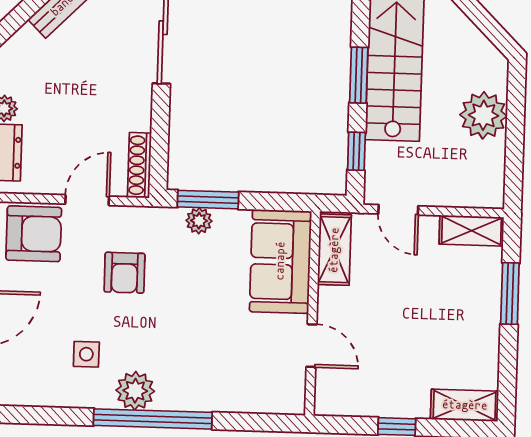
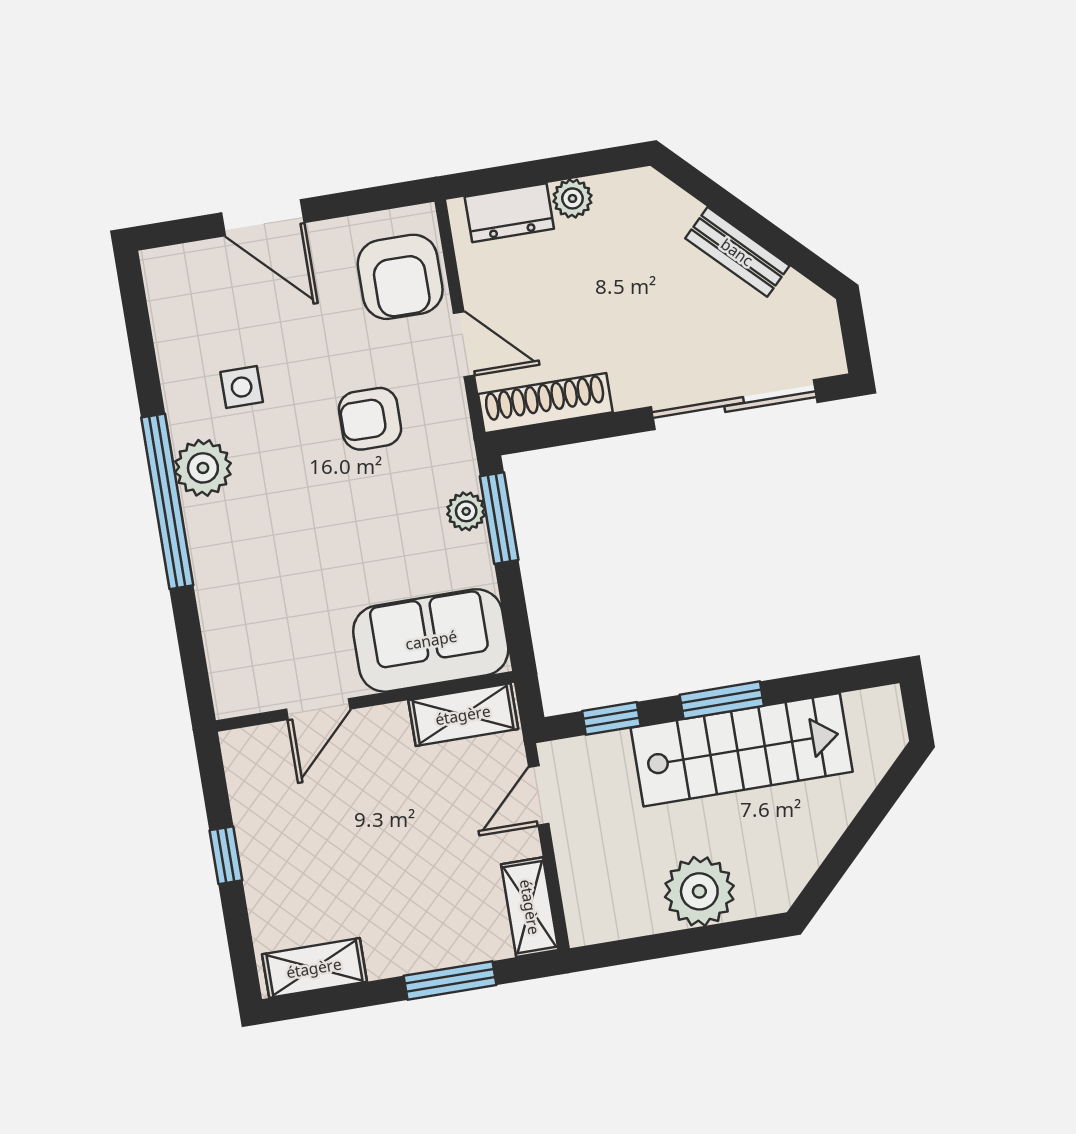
shoe rack: (139, 165) -> (545, 403), width x1.36, depth x1.24
shelving: (465, 405) -> (314, 968), moved, turned 90

